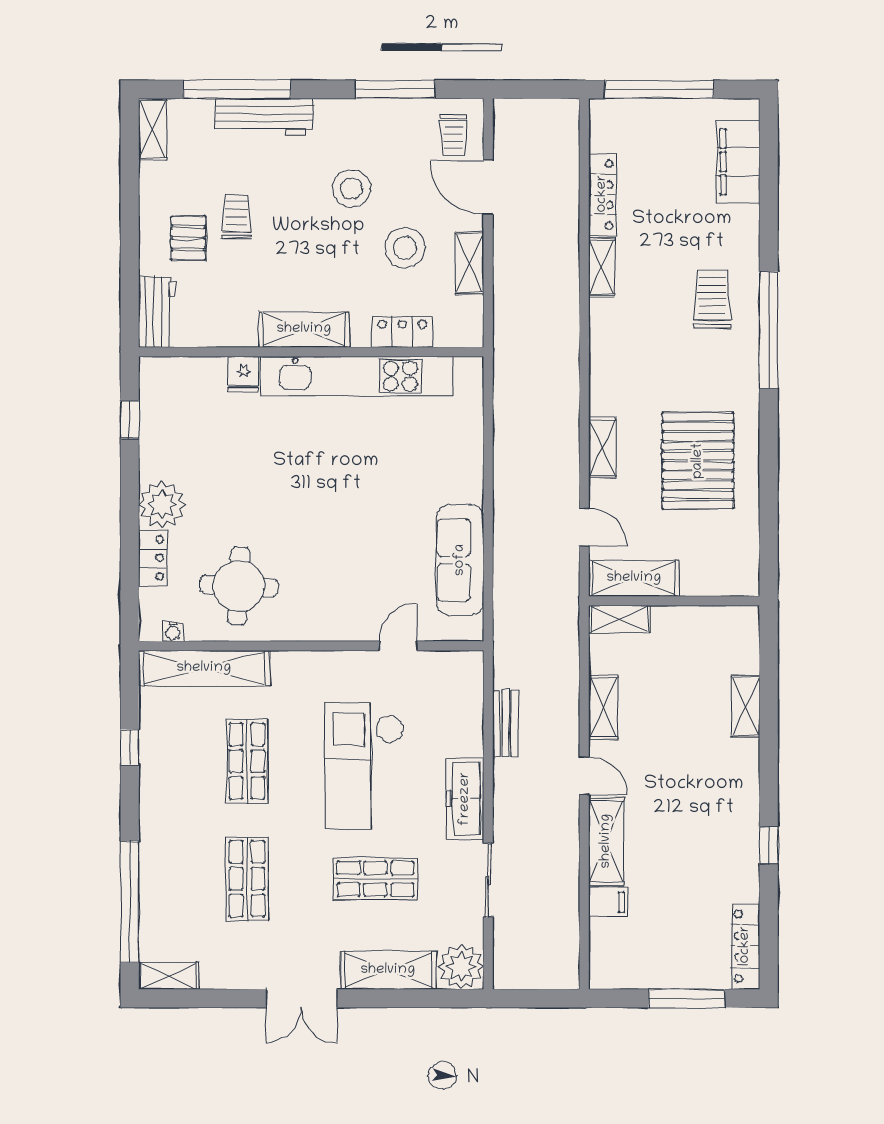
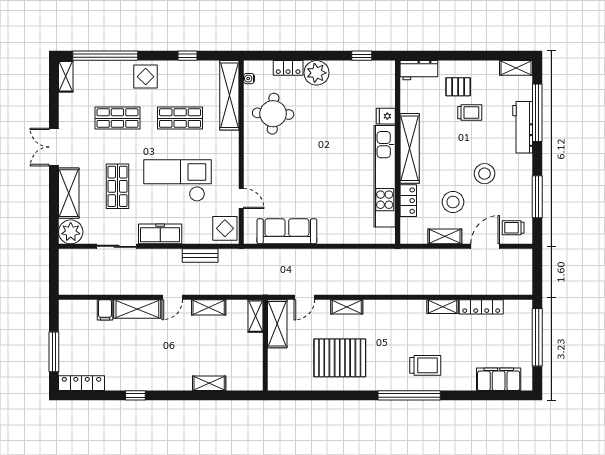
shelving: (304, 329) -> (410, 148), width x1.47
display table: (454, 677) -> (225, 228), added
display table: (169, 826) -> (146, 77), added

